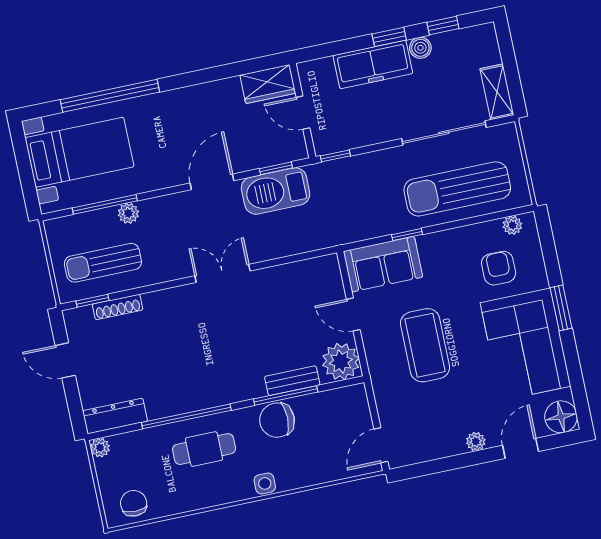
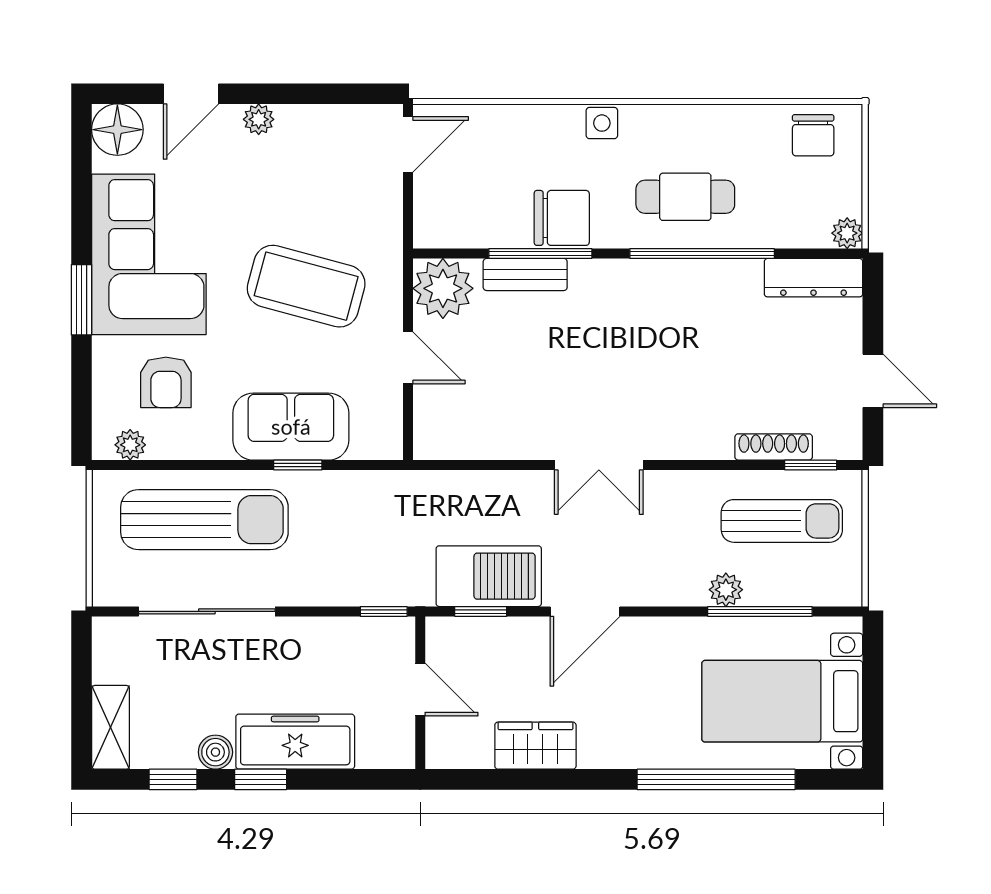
wardrobe: (268, 84) -> (535, 746), moved
shelving: (497, 92) -> (111, 727), moved
sofa: (383, 264) -> (291, 427), moved
coffee table: (425, 345) -> (306, 286), turned -75

